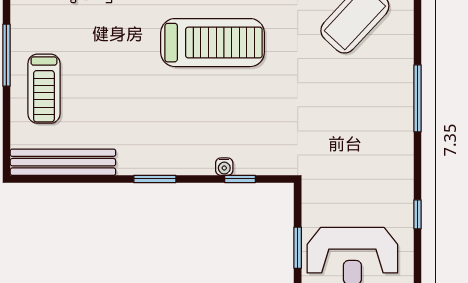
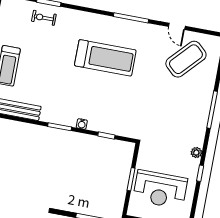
water cooler: (224, 167) -> (82, 124), moved
plant: (404, 179) -> (196, 153), added

